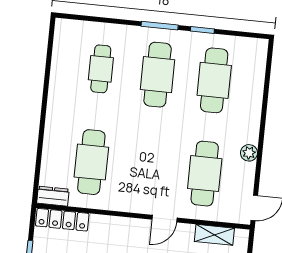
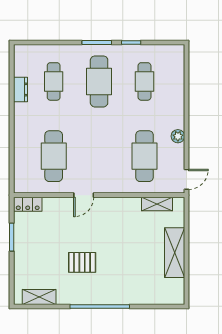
cafe table: (214, 80) -> (144, 81), width x0.73, depth x0.74
dresser: (53, 196) -> (20, 90), moved, turned 90
door: (164, 219) -> (84, 195), moved
locker: (62, 220) -> (28, 204), width x0.66

